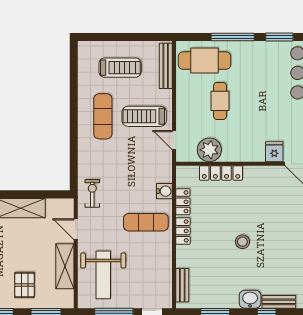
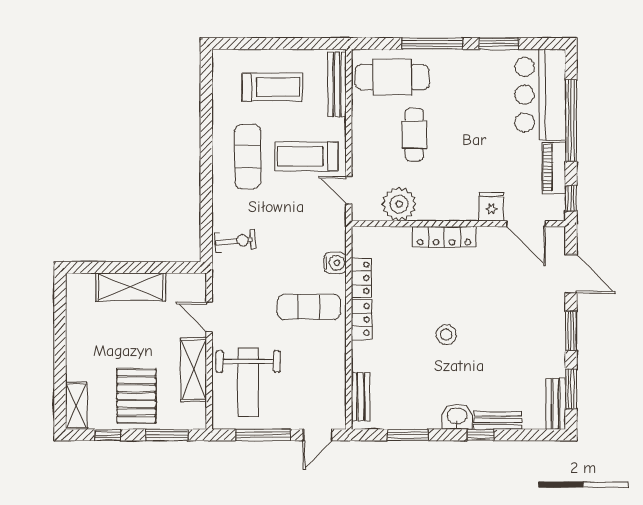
locker: (221, 173) -> (444, 237), moved
exercise bike: (92, 193) -> (235, 241), moved, turned 85
pallet: (25, 285) -> (136, 396), width x1.50, depth x1.42

